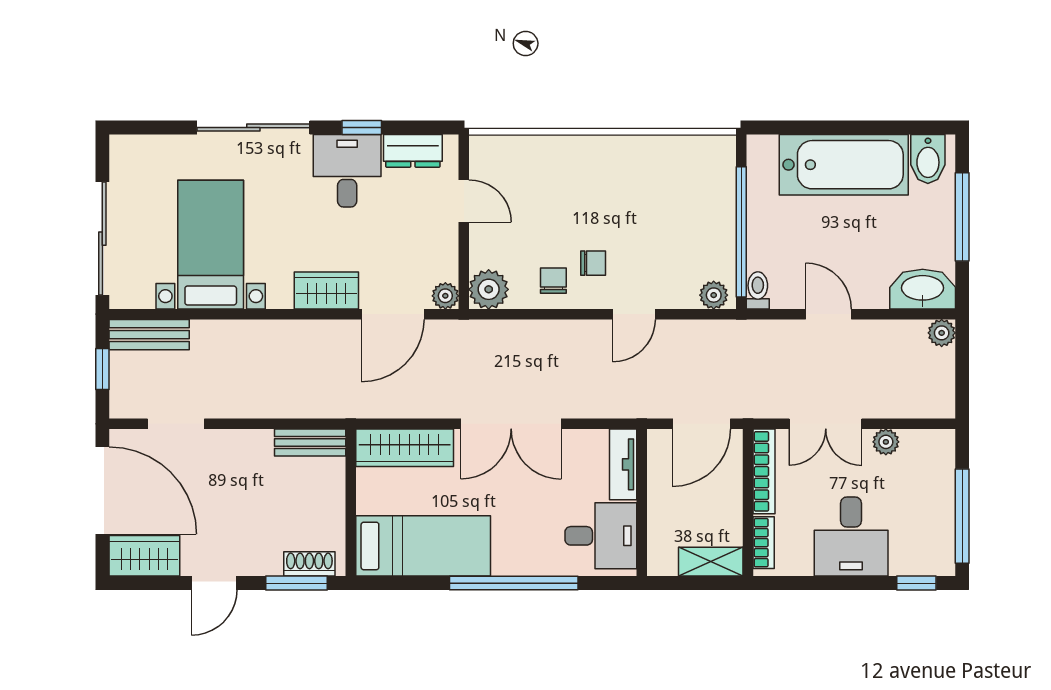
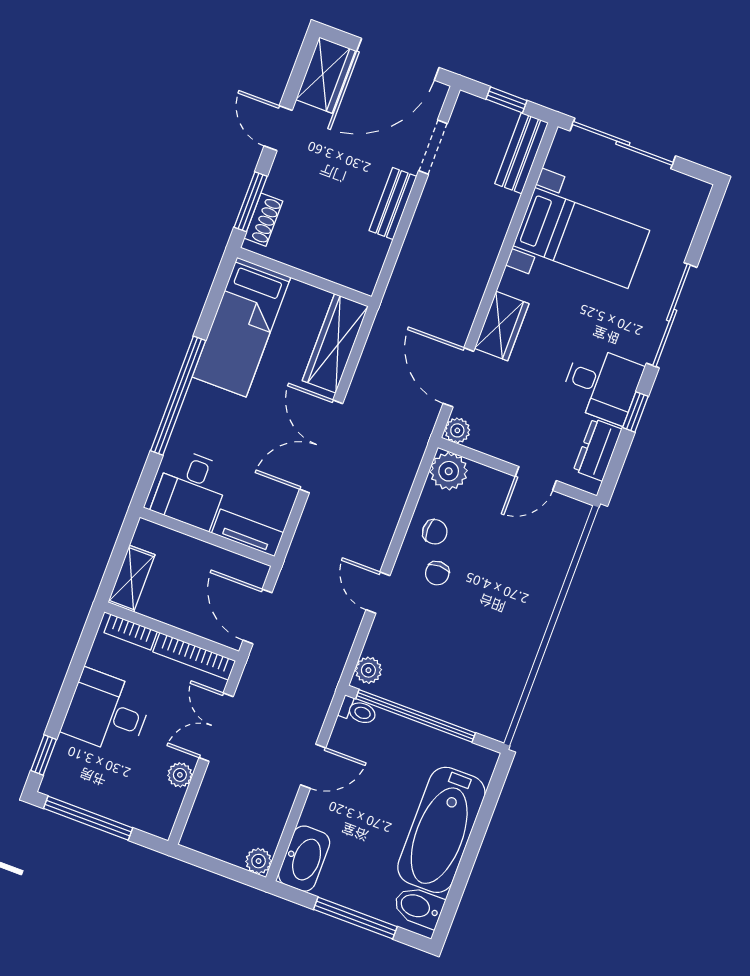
bench: (310, 442) -> (393, 204), moved

